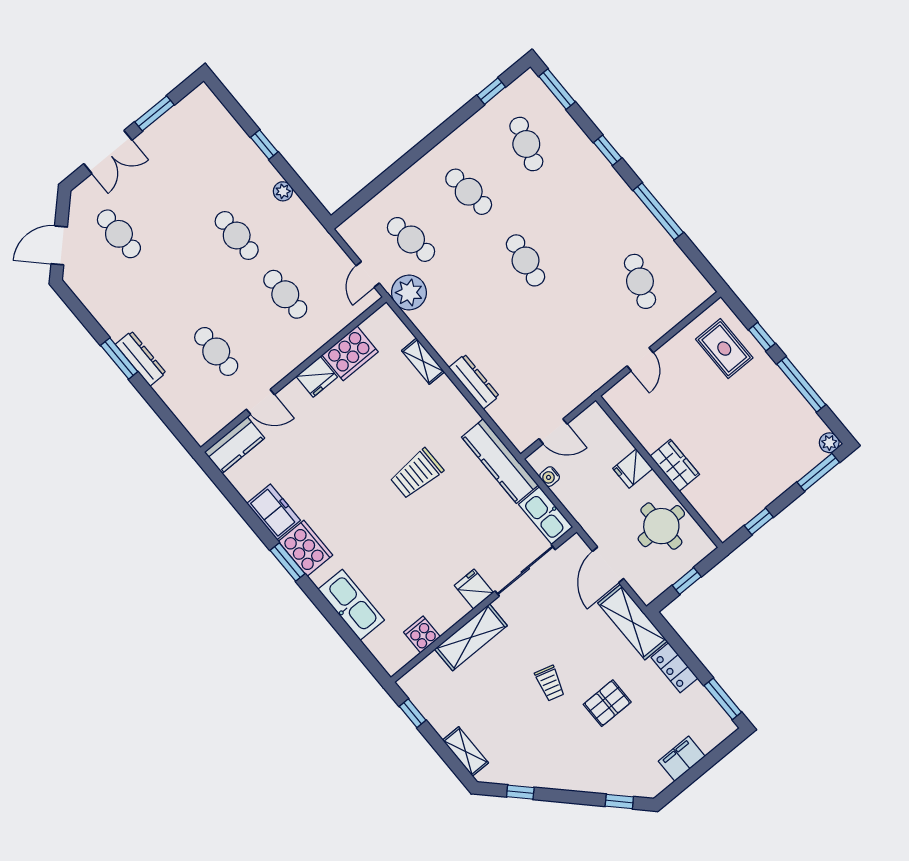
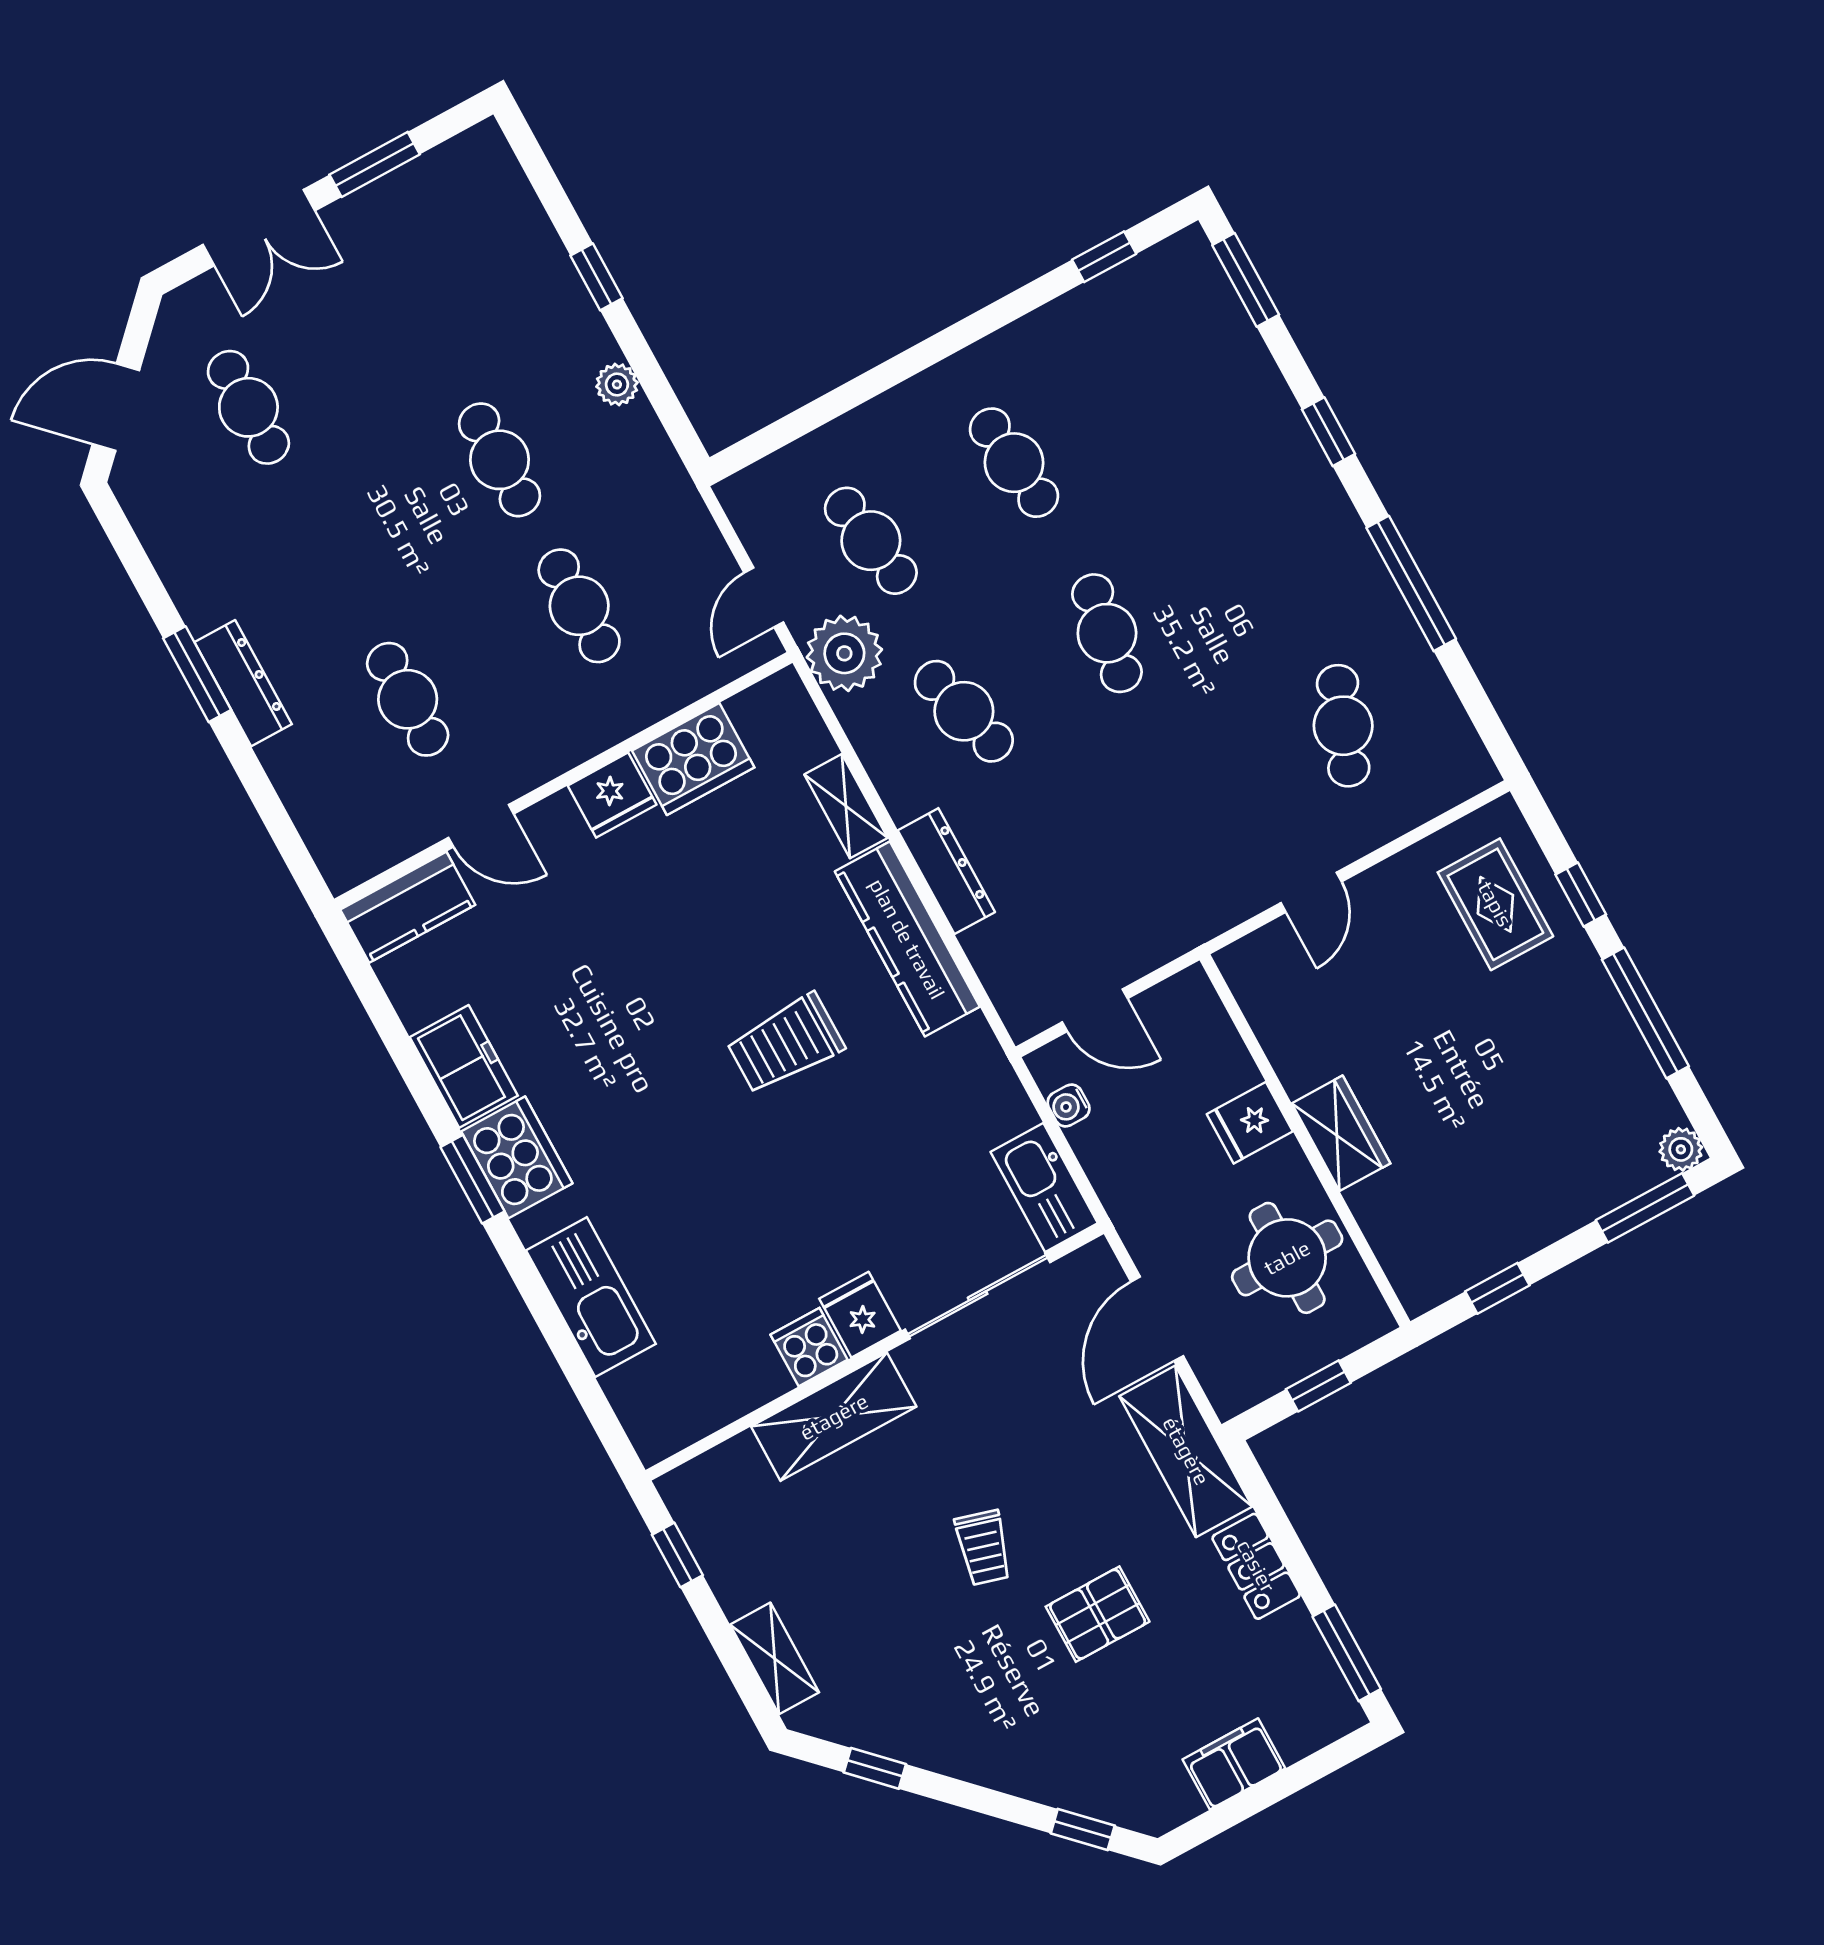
cafe table: (526, 144) -> (964, 711), moved, turned -33
kitchen counter: (500, 461) -> (907, 939), moved
cooker: (422, 634) -> (809, 1347), moved

